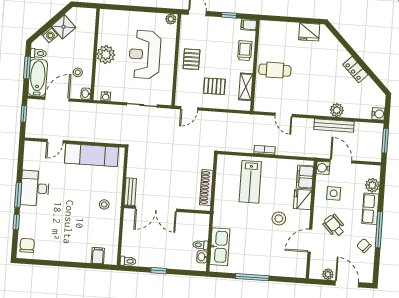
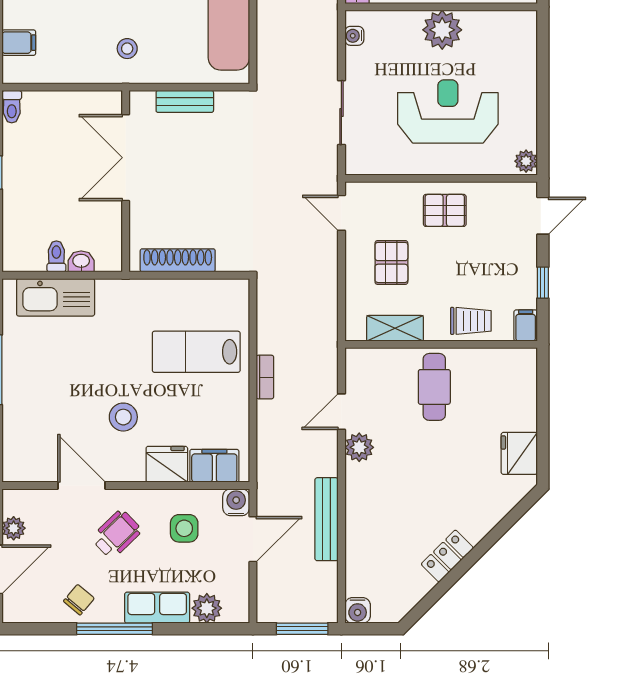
plant: (337, 110) -> (359, 447), moved
bench: (130, 192) -> (185, 101), moved
washbasin: (202, 257) -> (81, 261), moved

